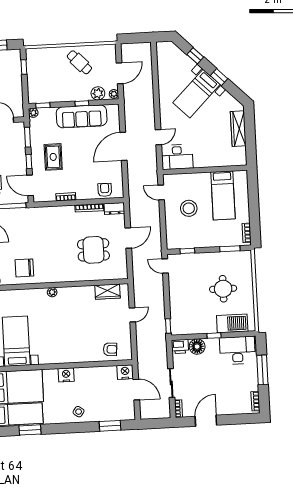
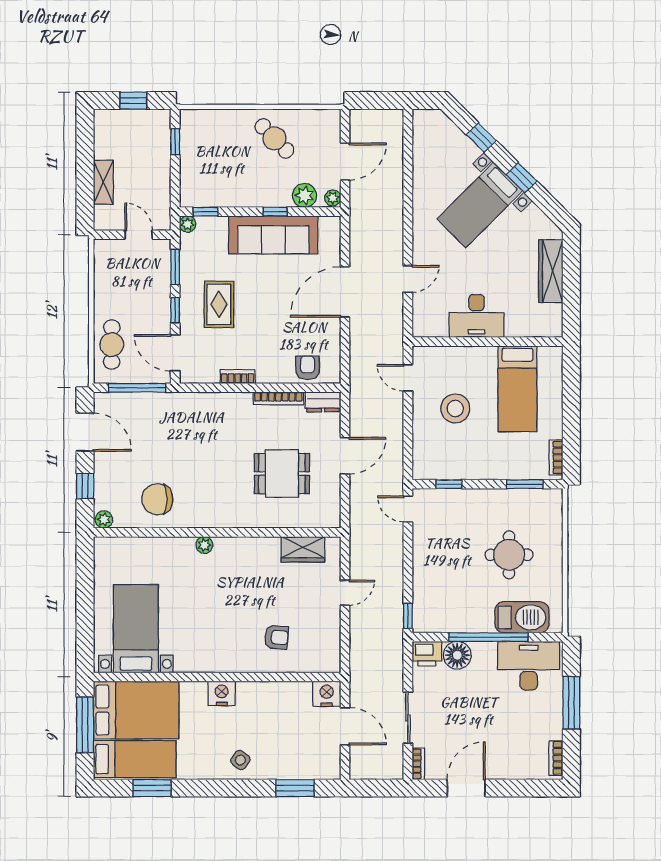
desk: (177, 157) -> (476, 316), moved
window: (214, 336) -> (488, 637), width x3.17
armchair: (110, 349) -> (276, 637), moved

